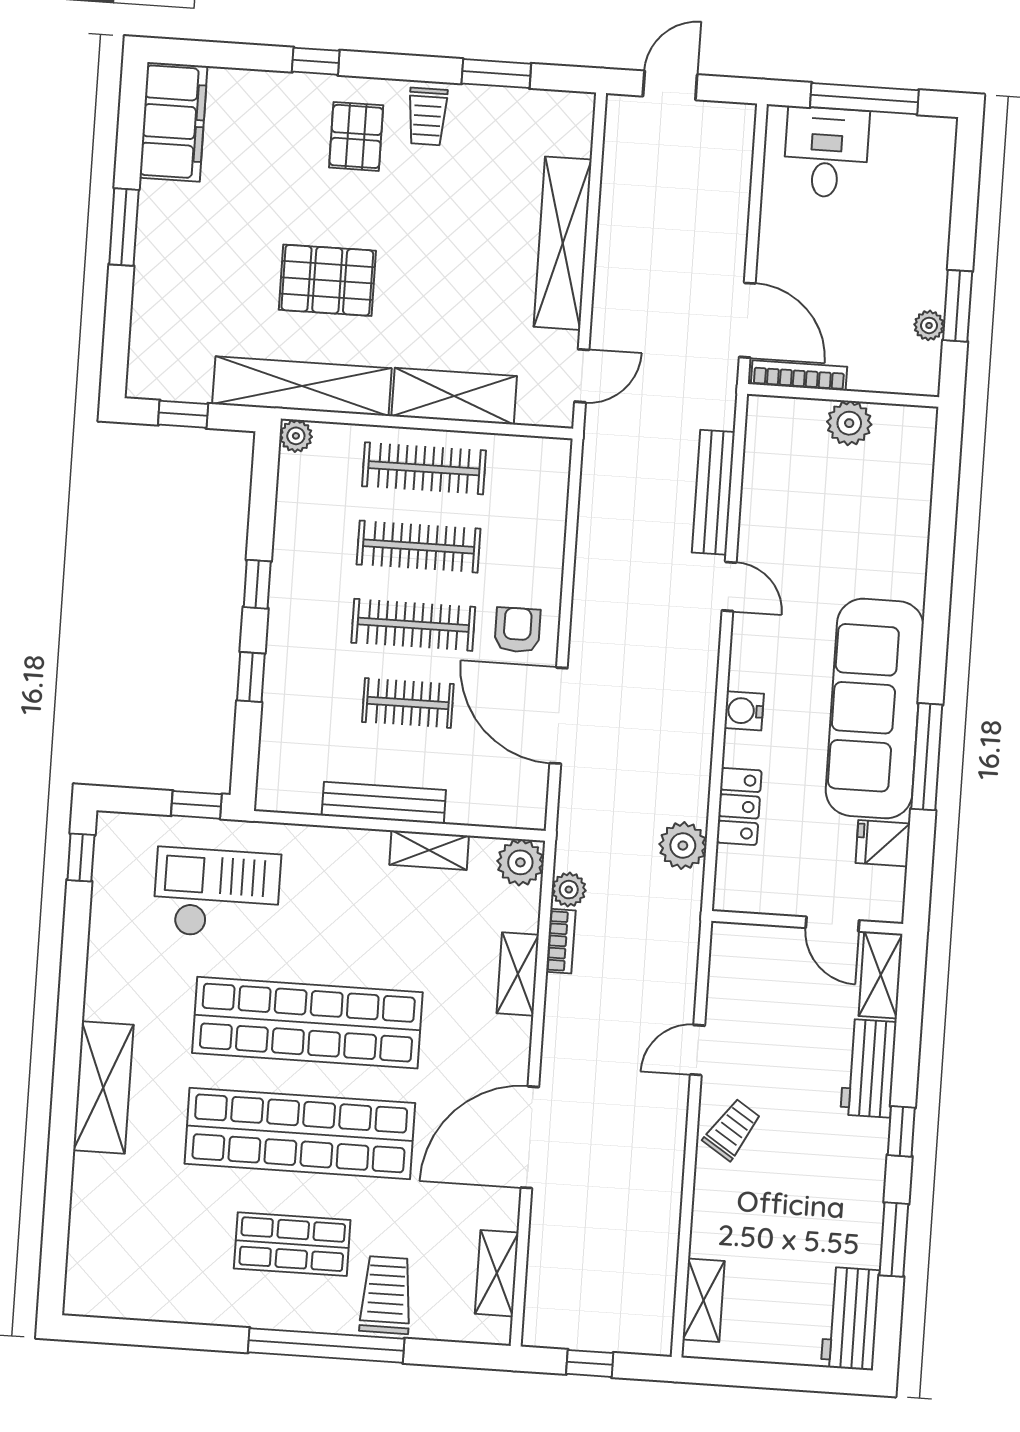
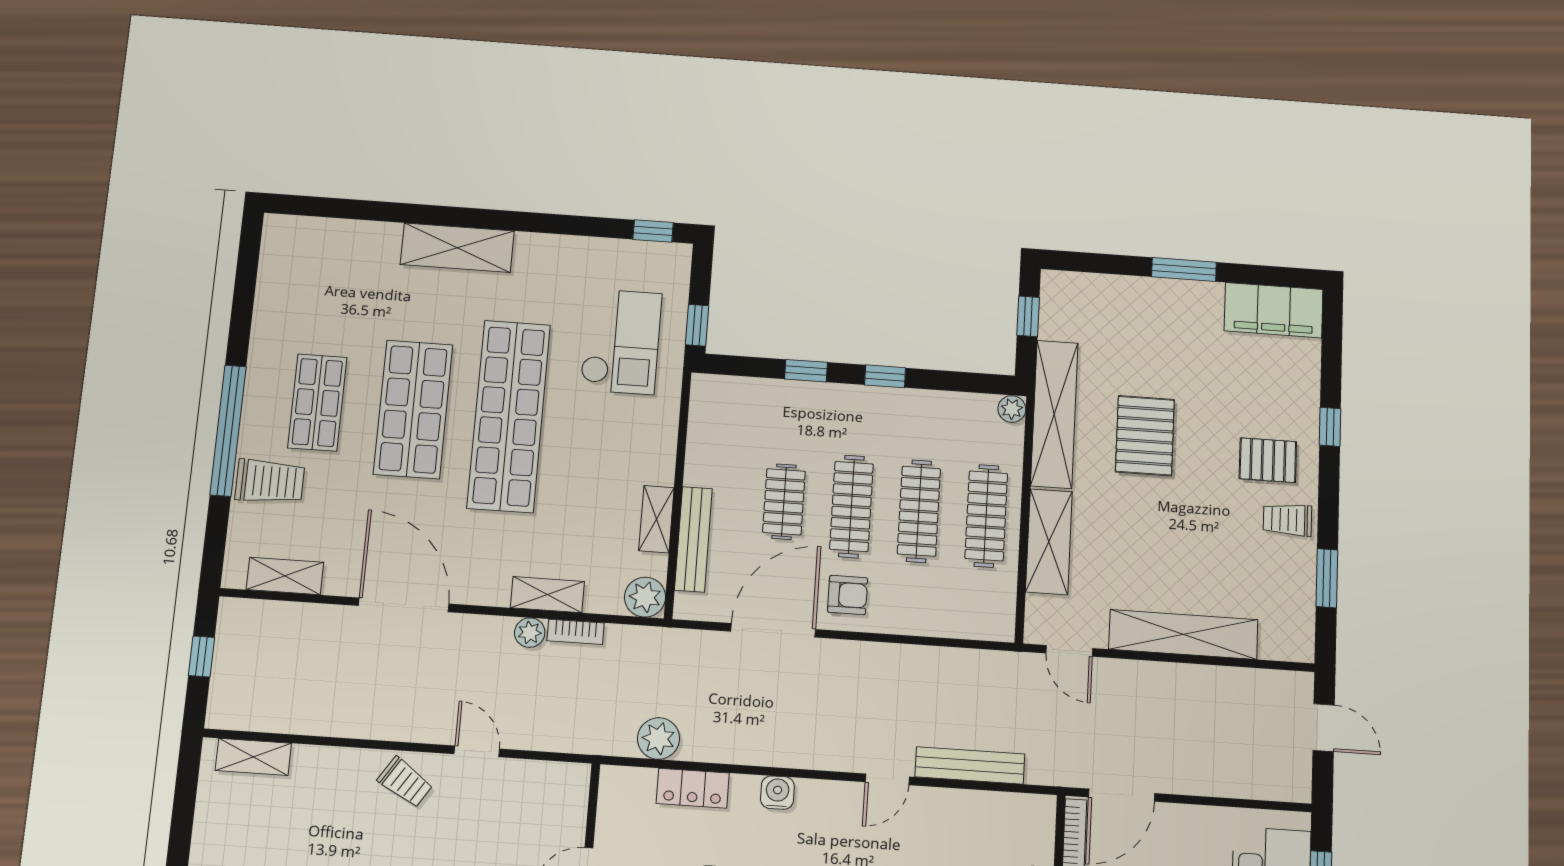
bench: (384, 803) -> (693, 539), moved
plant: (569, 890) -> (530, 633), moved
shop shelf: (300, 1133) -> (413, 409), width x0.71

